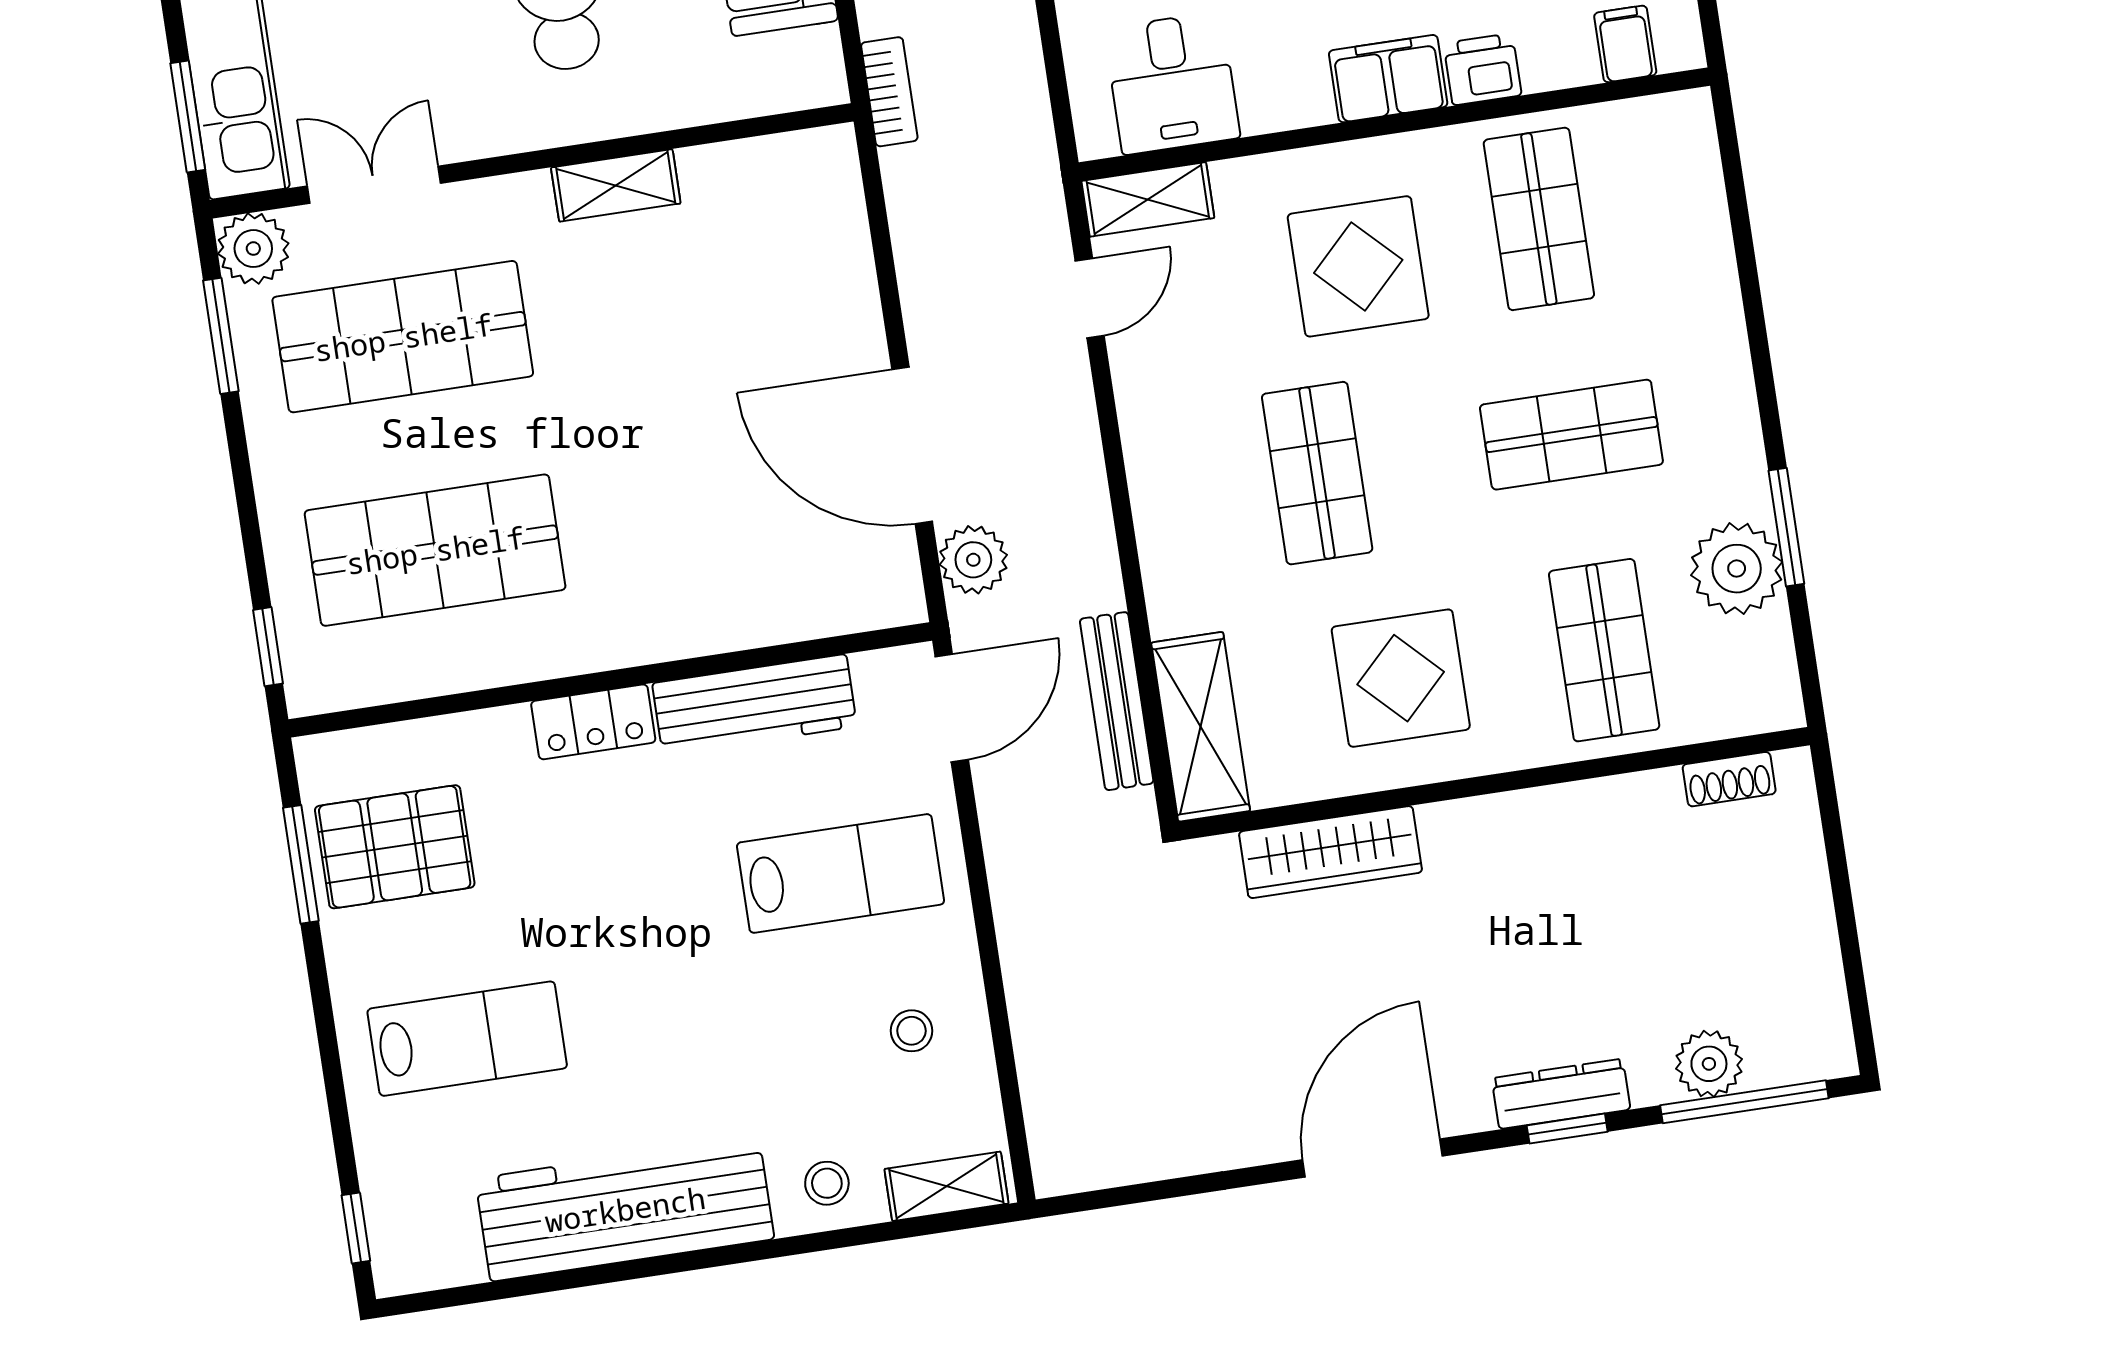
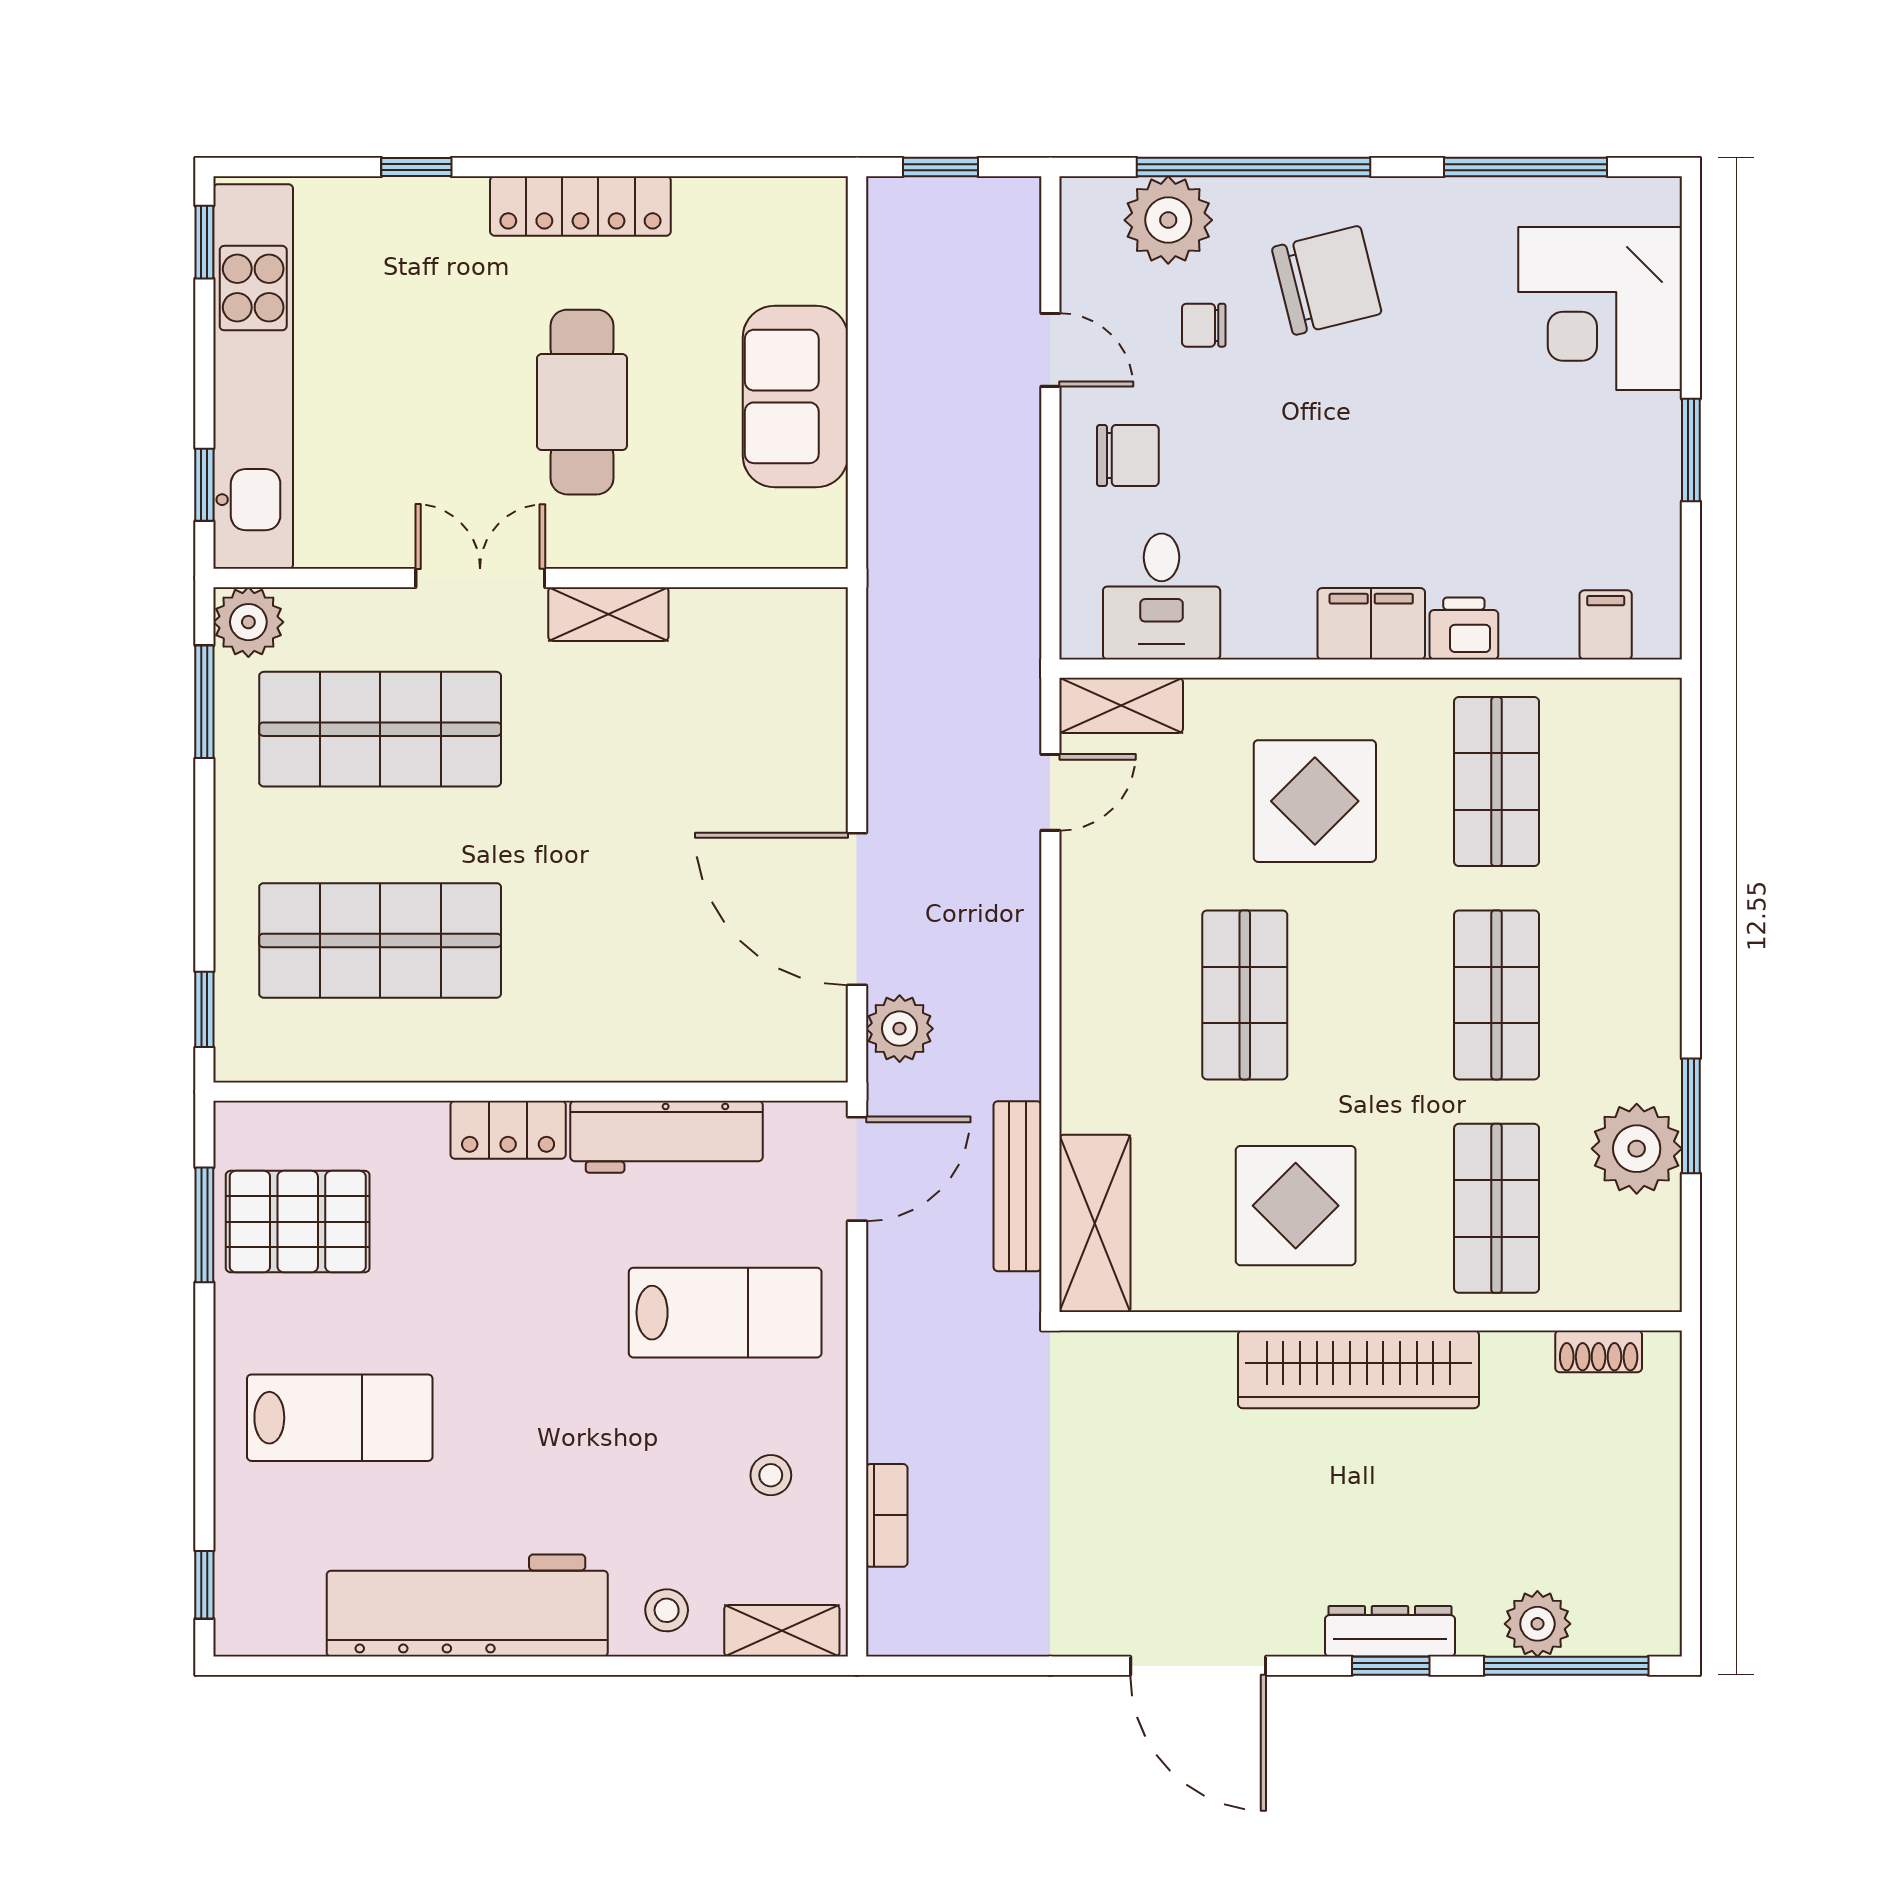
bookcase: (889, 92) -> (887, 1515), moved
window: (188, 117) -> (204, 485), width x0.67
double door: (374, 185) -> (480, 578), moved
shop shelf: (1571, 435) -> (1497, 995), turned 90
wardrobe: (1331, 852) -> (1358, 1369), moved, width x1.40, depth x1.17
door: (1373, 1158) -> (1198, 1666), swing flipped

